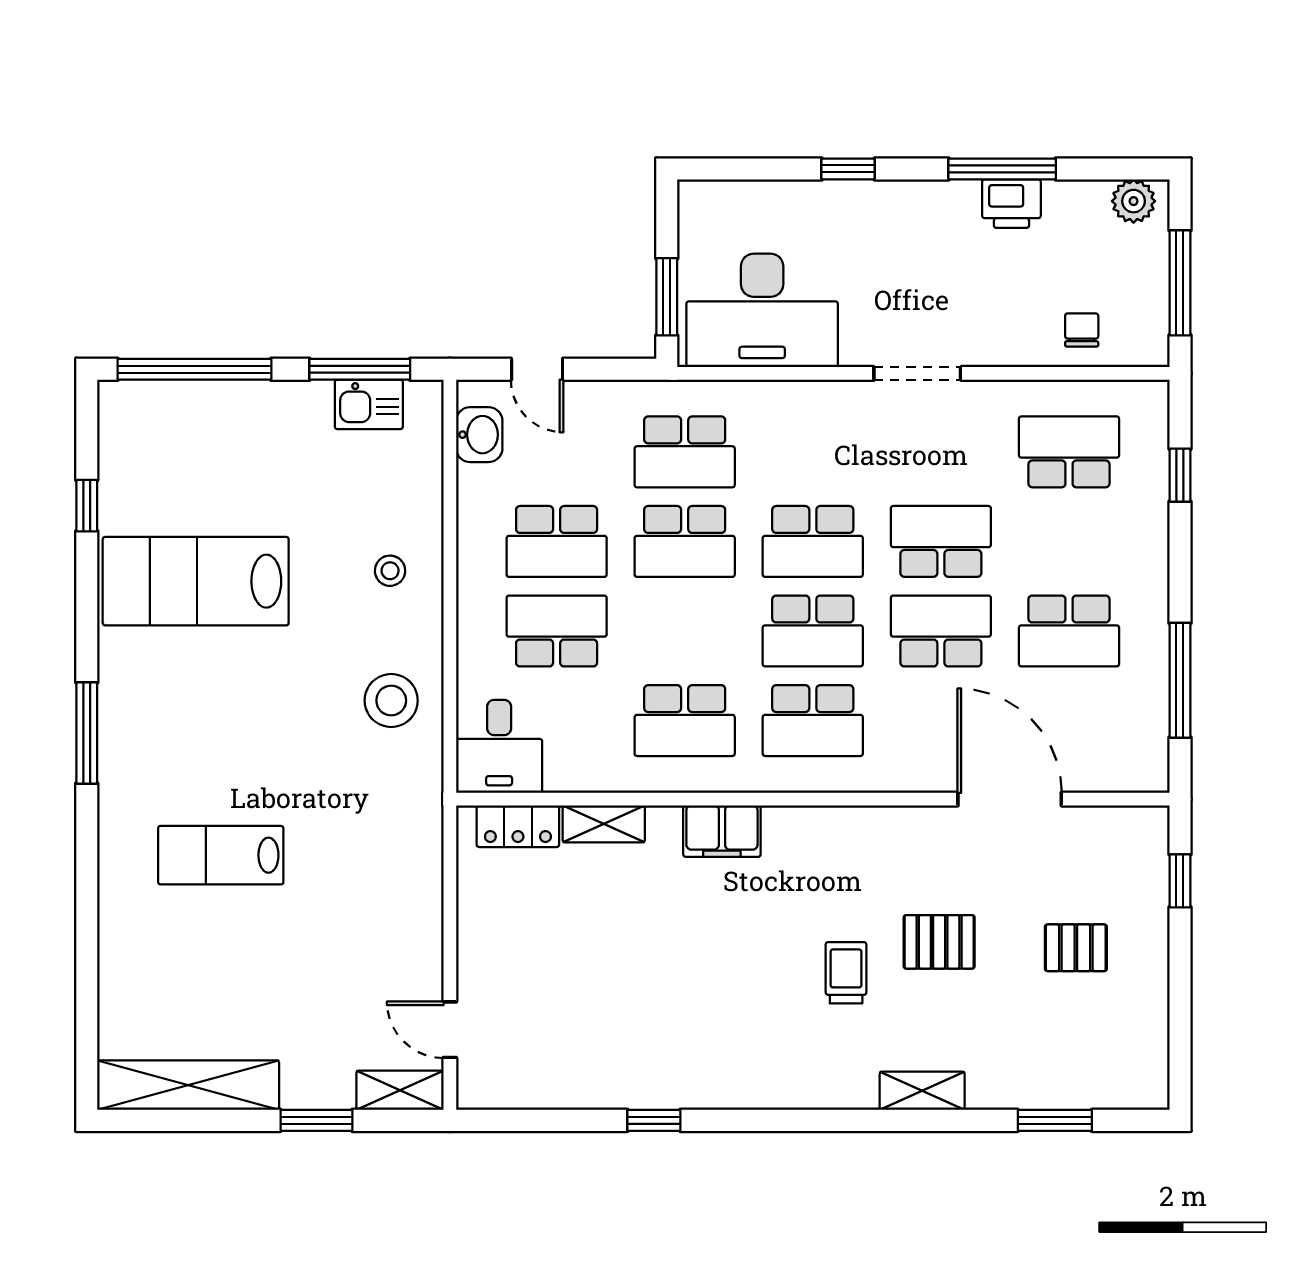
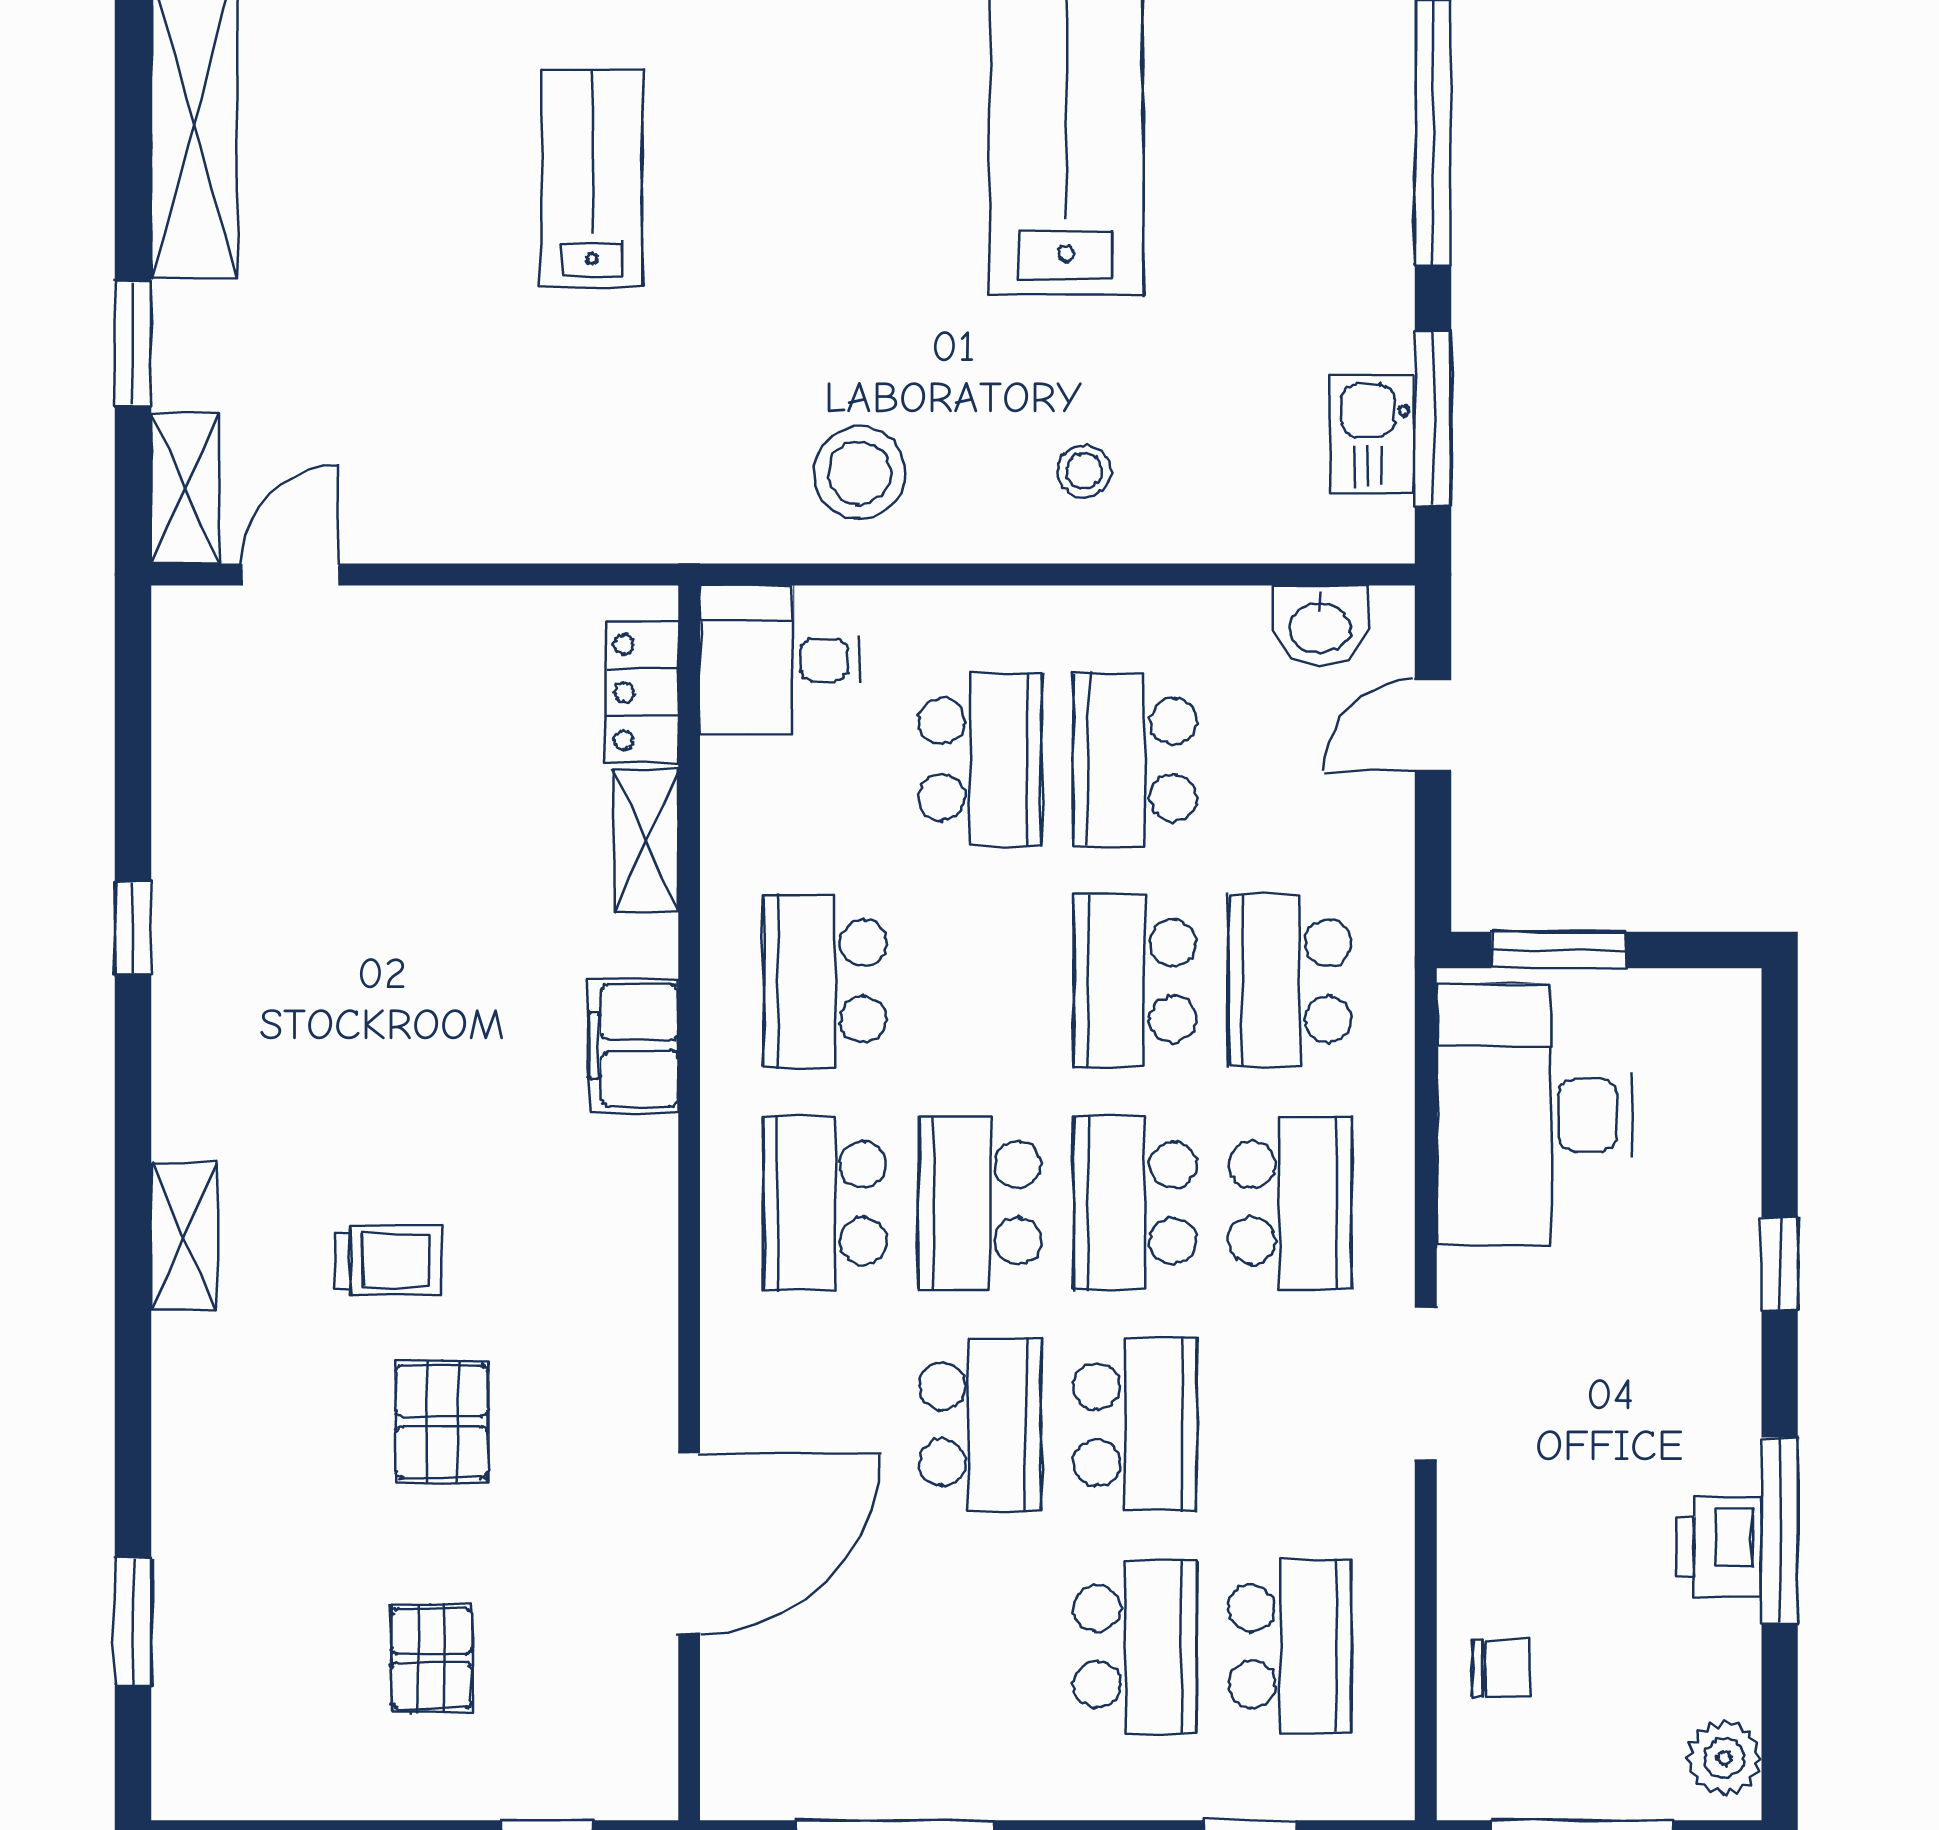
school desk: (813, 452) -> (1290, 1203), added
school desk: (1069, 631) -> (1135, 1646), moved, turned 180
shelving: (922, 1091) -> (184, 1237), moved

